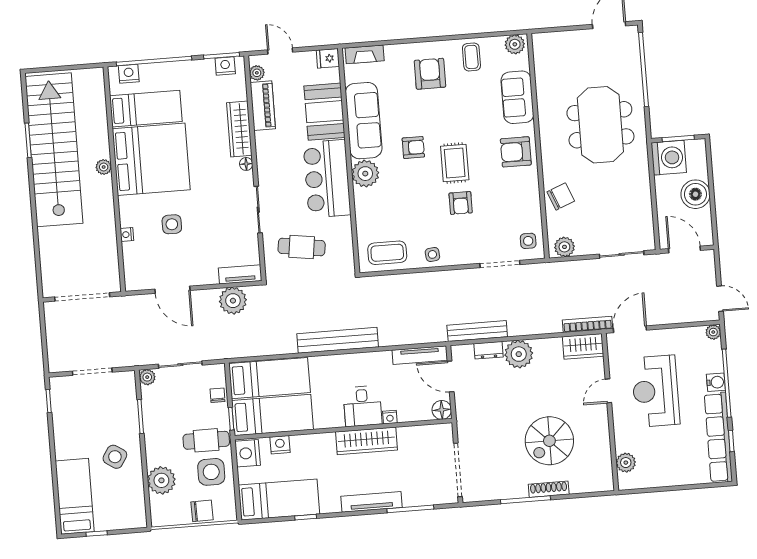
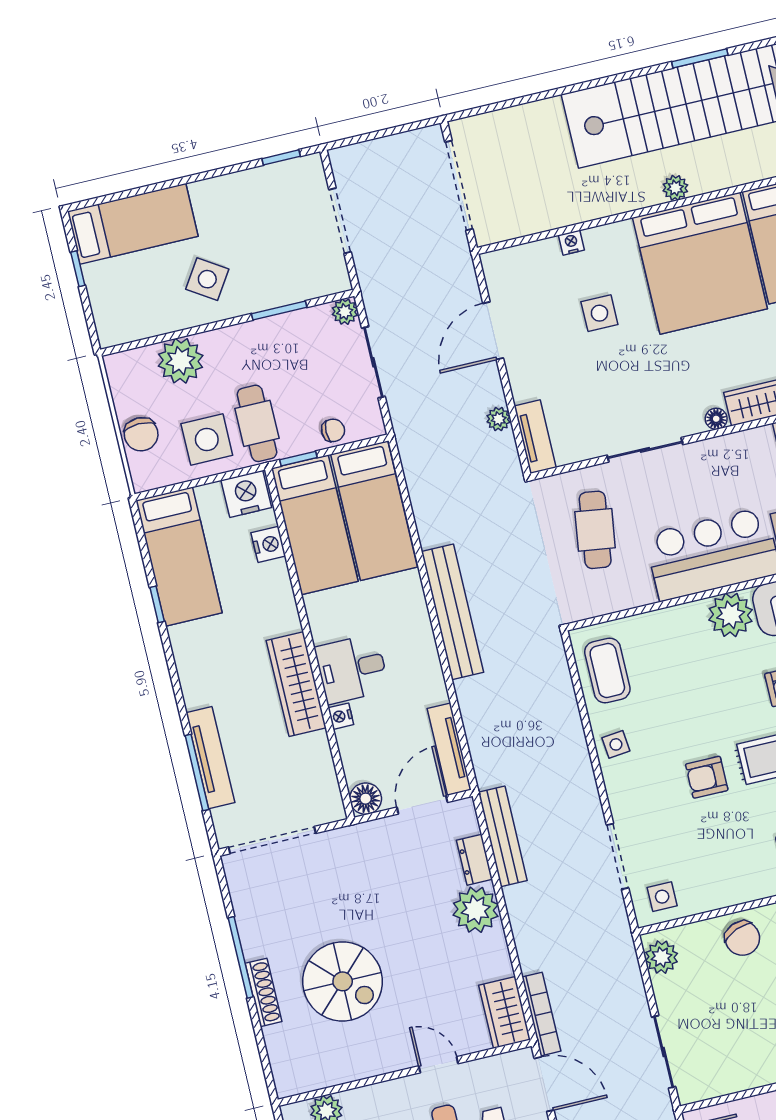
plant: (233, 301) -> (499, 419), width x0.53, depth x0.53
spiral stairs: (549, 441) -> (343, 981), turned 180
tv unit: (371, 502) -> (210, 758), moved

